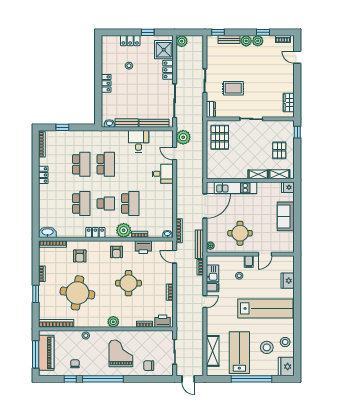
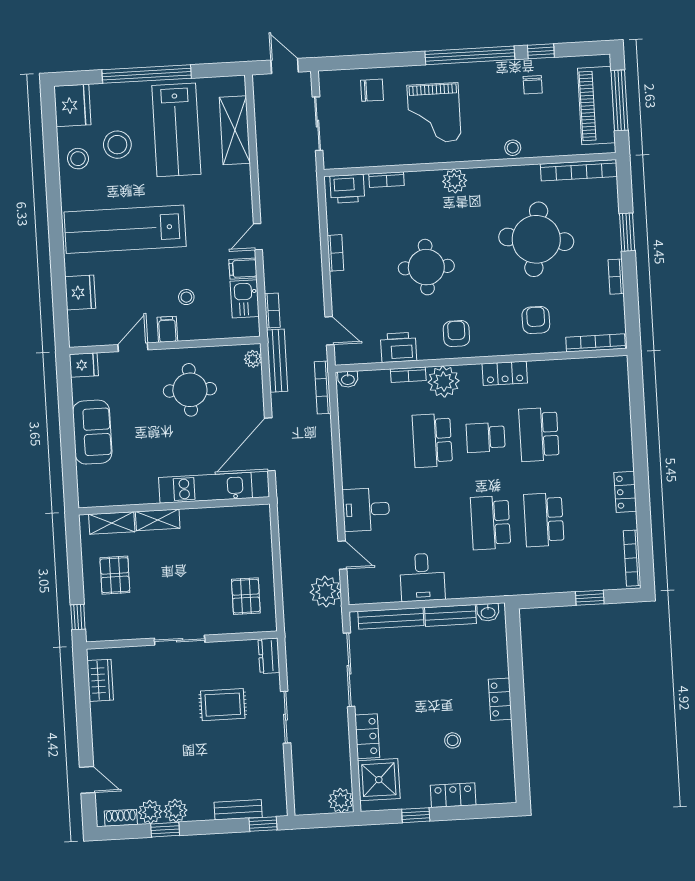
plant: (246, 41) -> (150, 812), moved
pallet: (220, 137) -> (246, 596), width x0.67, depth x0.71
fridge: (288, 187) -> (84, 365), moved
washbasin: (48, 232) -> (609, 368), removed

